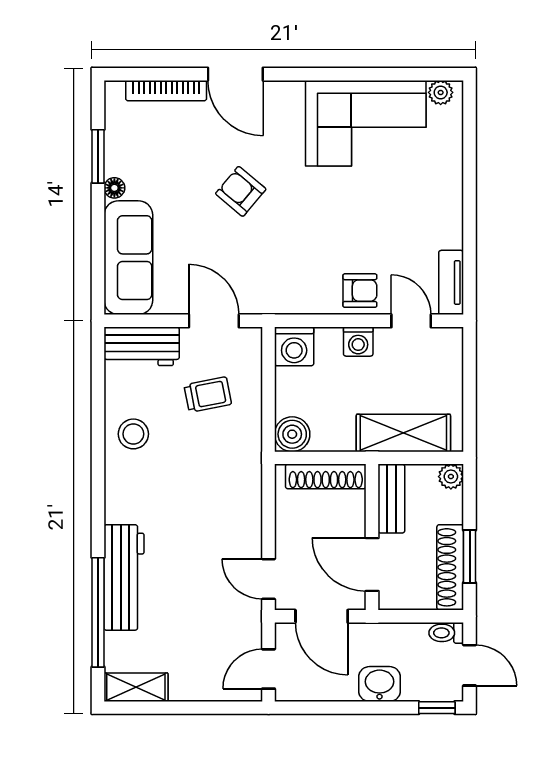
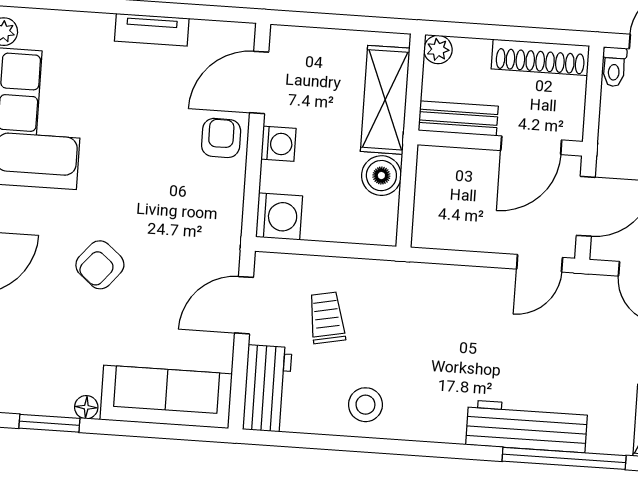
tv unit: (451, 282) -> (152, 30), moved
door: (411, 321) -> (259, 82), width x1.38
boiler: (292, 434) -> (381, 176), moved
shoe rack: (326, 476) -> (428, 191), removed
window: (470, 556) -> (530, 35), removed

